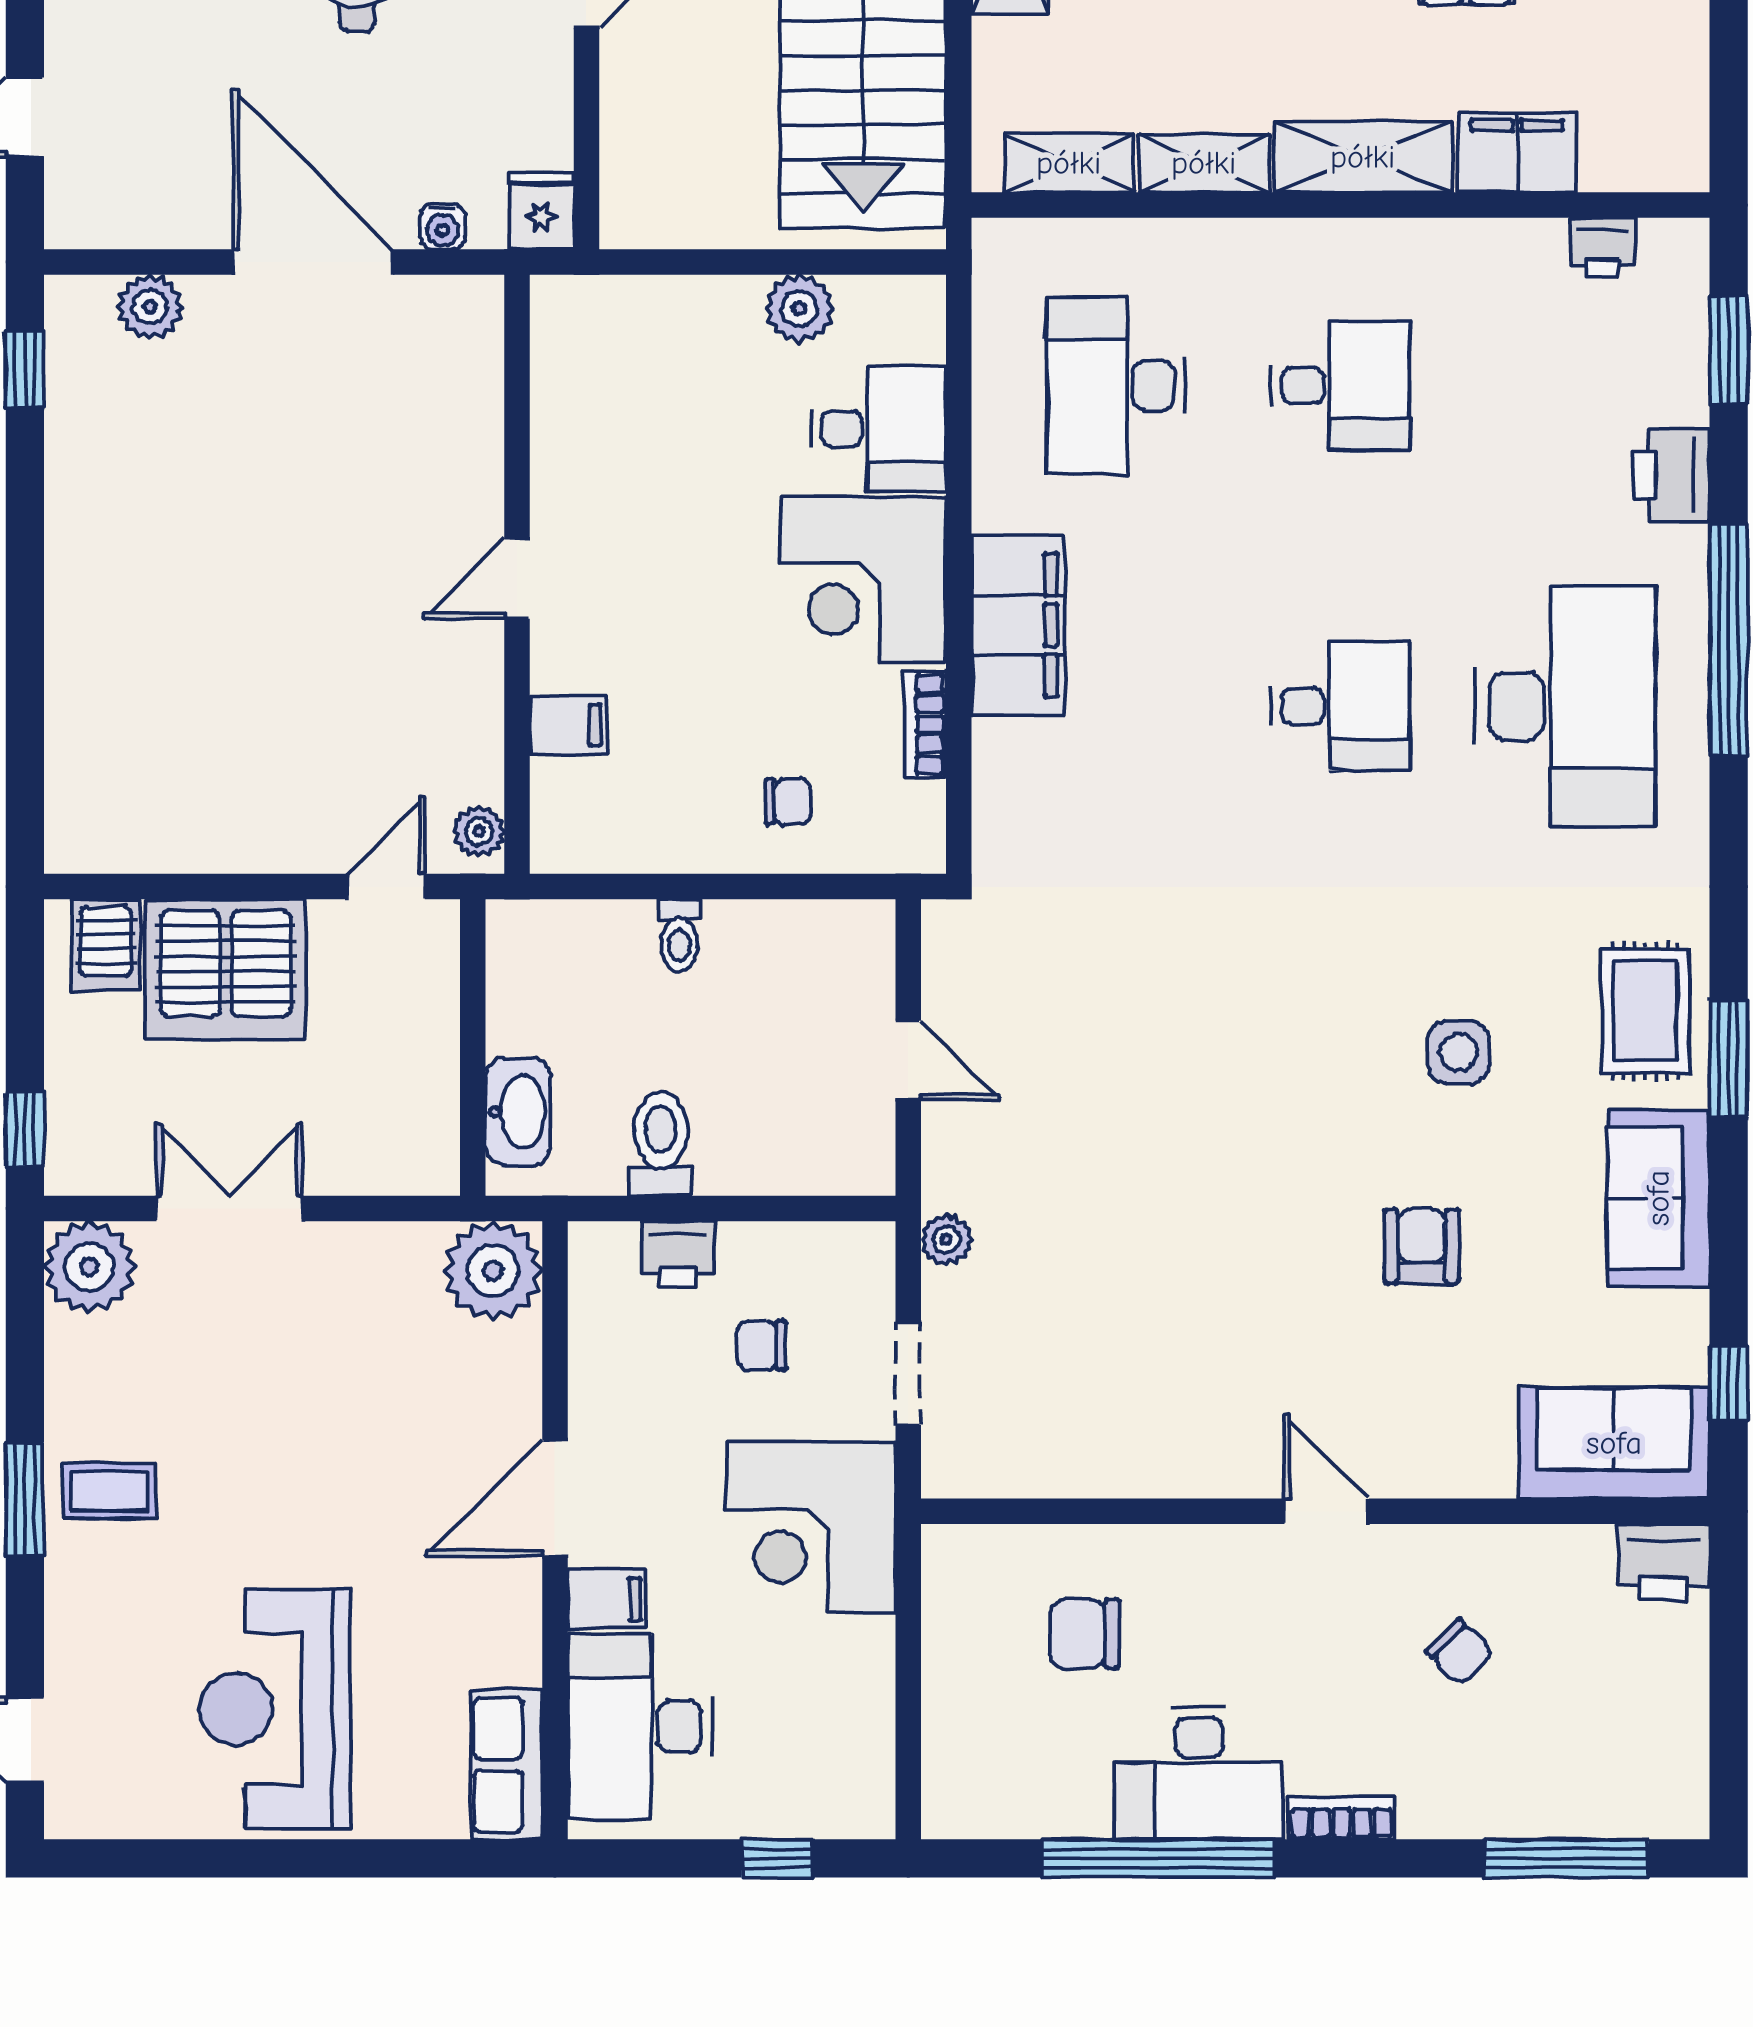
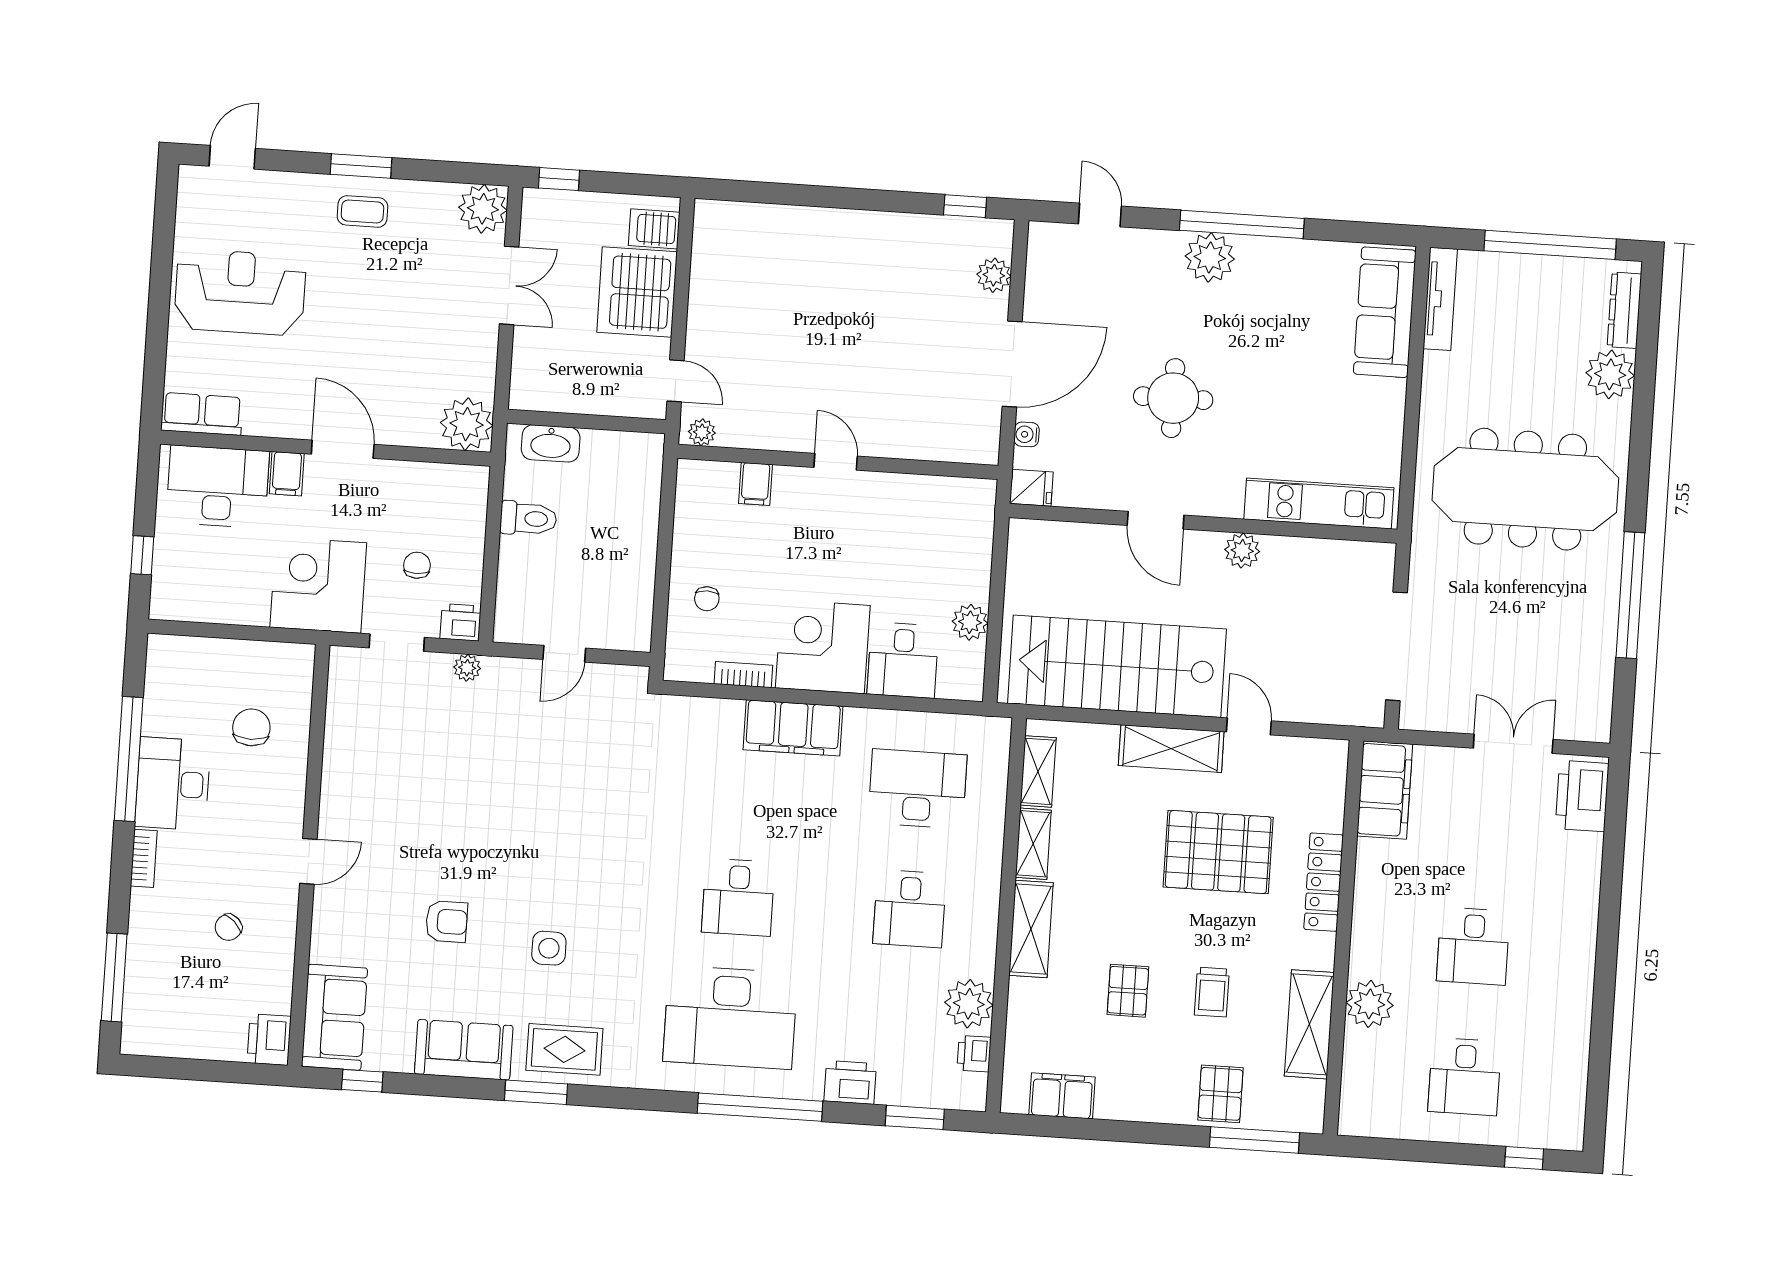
filing cabinet: (1517, 153) -> (1062, 1096), moved, turned -90
plant: (1510, 263) -> (969, 1004), added
toilet: (679, 935) -> (639, 536), removed
printer: (678, 1254) -> (461, 622), moved, turned 90
coffee table: (110, 1491) -> (362, 211), turned 90

